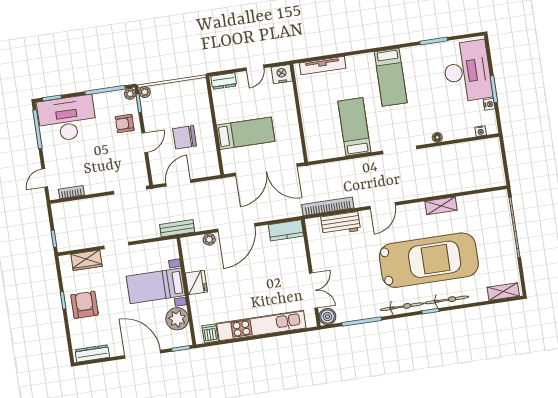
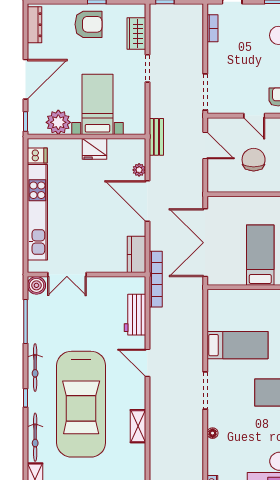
bed: (246, 133) -> (260, 255), moved, turned 180
bookcase: (328, 206) -> (156, 279), moved
bicycle: (447, 300) -> (35, 437), moved

